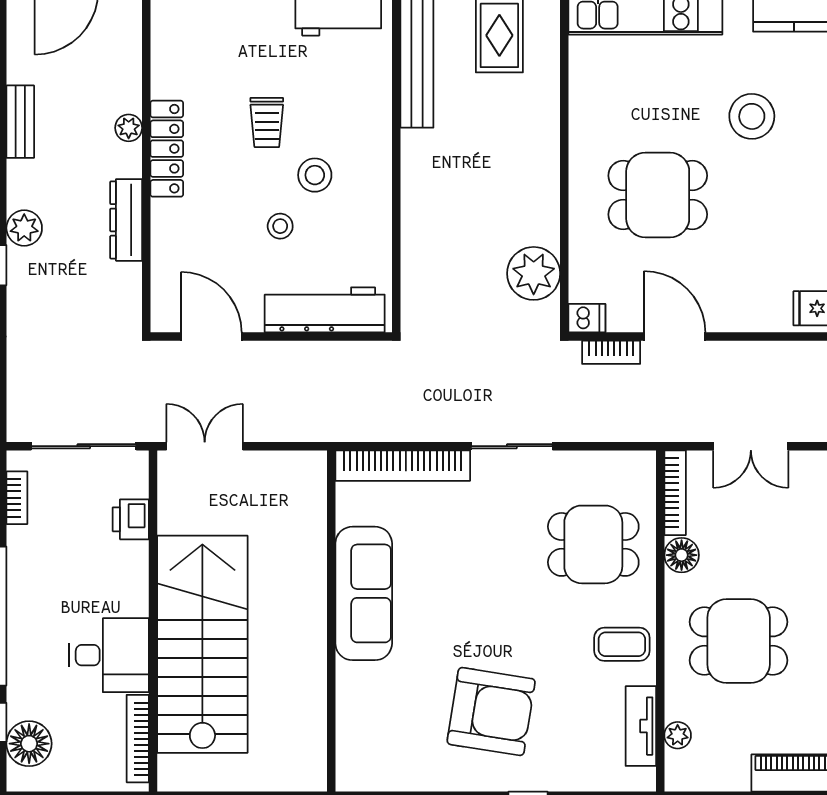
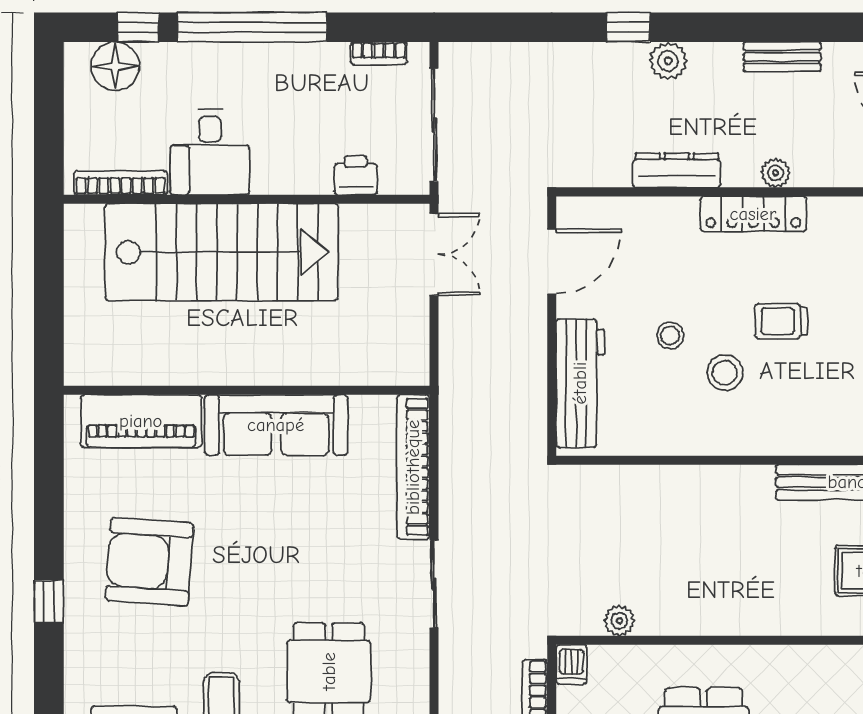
plant: (534, 273) -> (619, 621), width x0.53, depth x0.53
armchair: (491, 712) -> (149, 562), turned 85
piano: (360, 719) -> (141, 421), added

